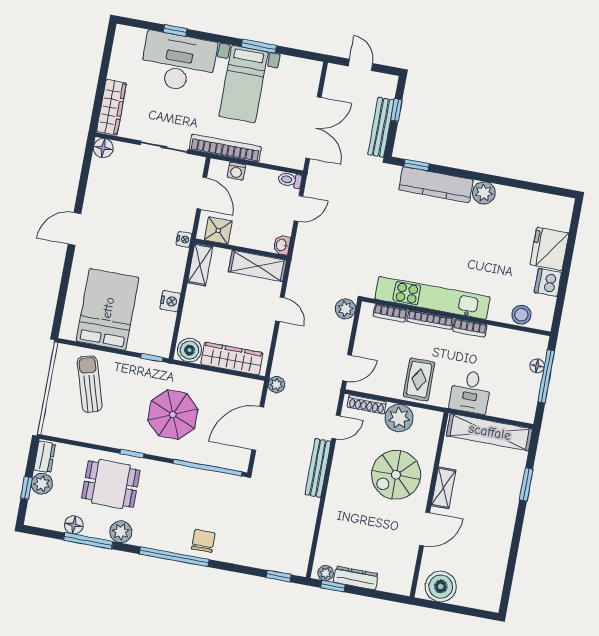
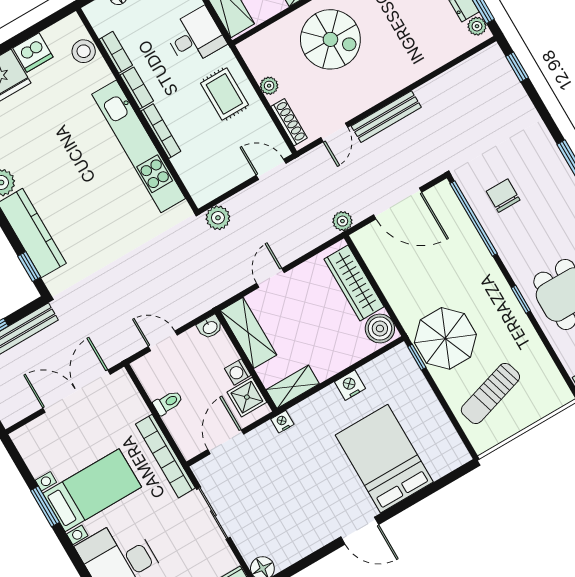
washing machine: (236, 171) -> (238, 372), moved, turned 180
toilet: (290, 180) -> (168, 403), moved, turned -90
bed: (108, 309) -> (384, 459), moved, turned 90
bookcase: (390, 313) -> (116, 52), moved
rug: (419, 379) -> (224, 94), turned 90
parasol: (173, 415) -> (445, 338), moved
plant: (399, 418) -> (269, 86), width x0.53, depth x0.53
door: (336, 427) -> (334, 132), swing flipped
chair: (203, 541) -> (503, 196), moved, turned 90

